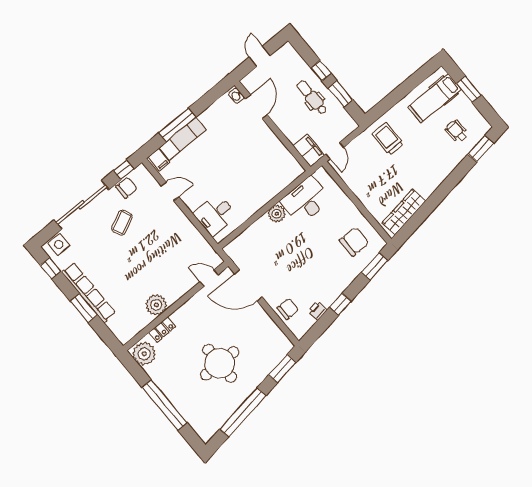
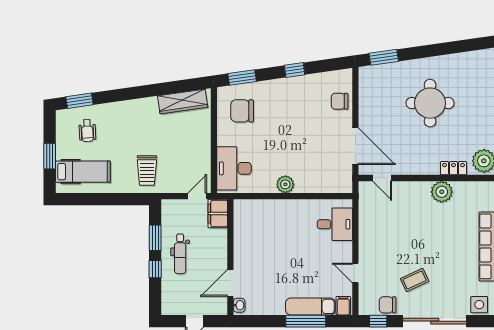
desk: (305, 200) -> (234, 168), moved, turned 90
printer: (318, 311) -> (317, 80), removed
window: (243, 412) -> (444, 49), removed

